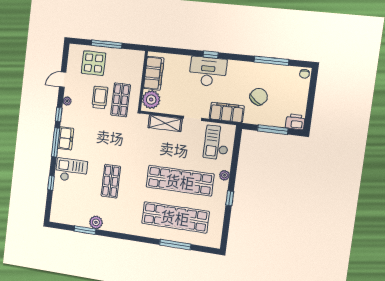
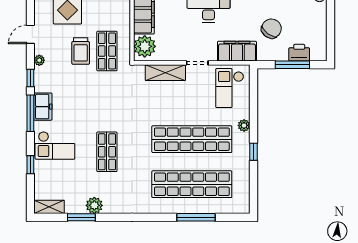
trolley: (100, 97) -> (81, 51), turned 180
printer: (295, 122) -> (299, 53), moved
checkout: (71, 170) -> (55, 145), turned 180
shelving: (61, 218) -> (49, 207), added

